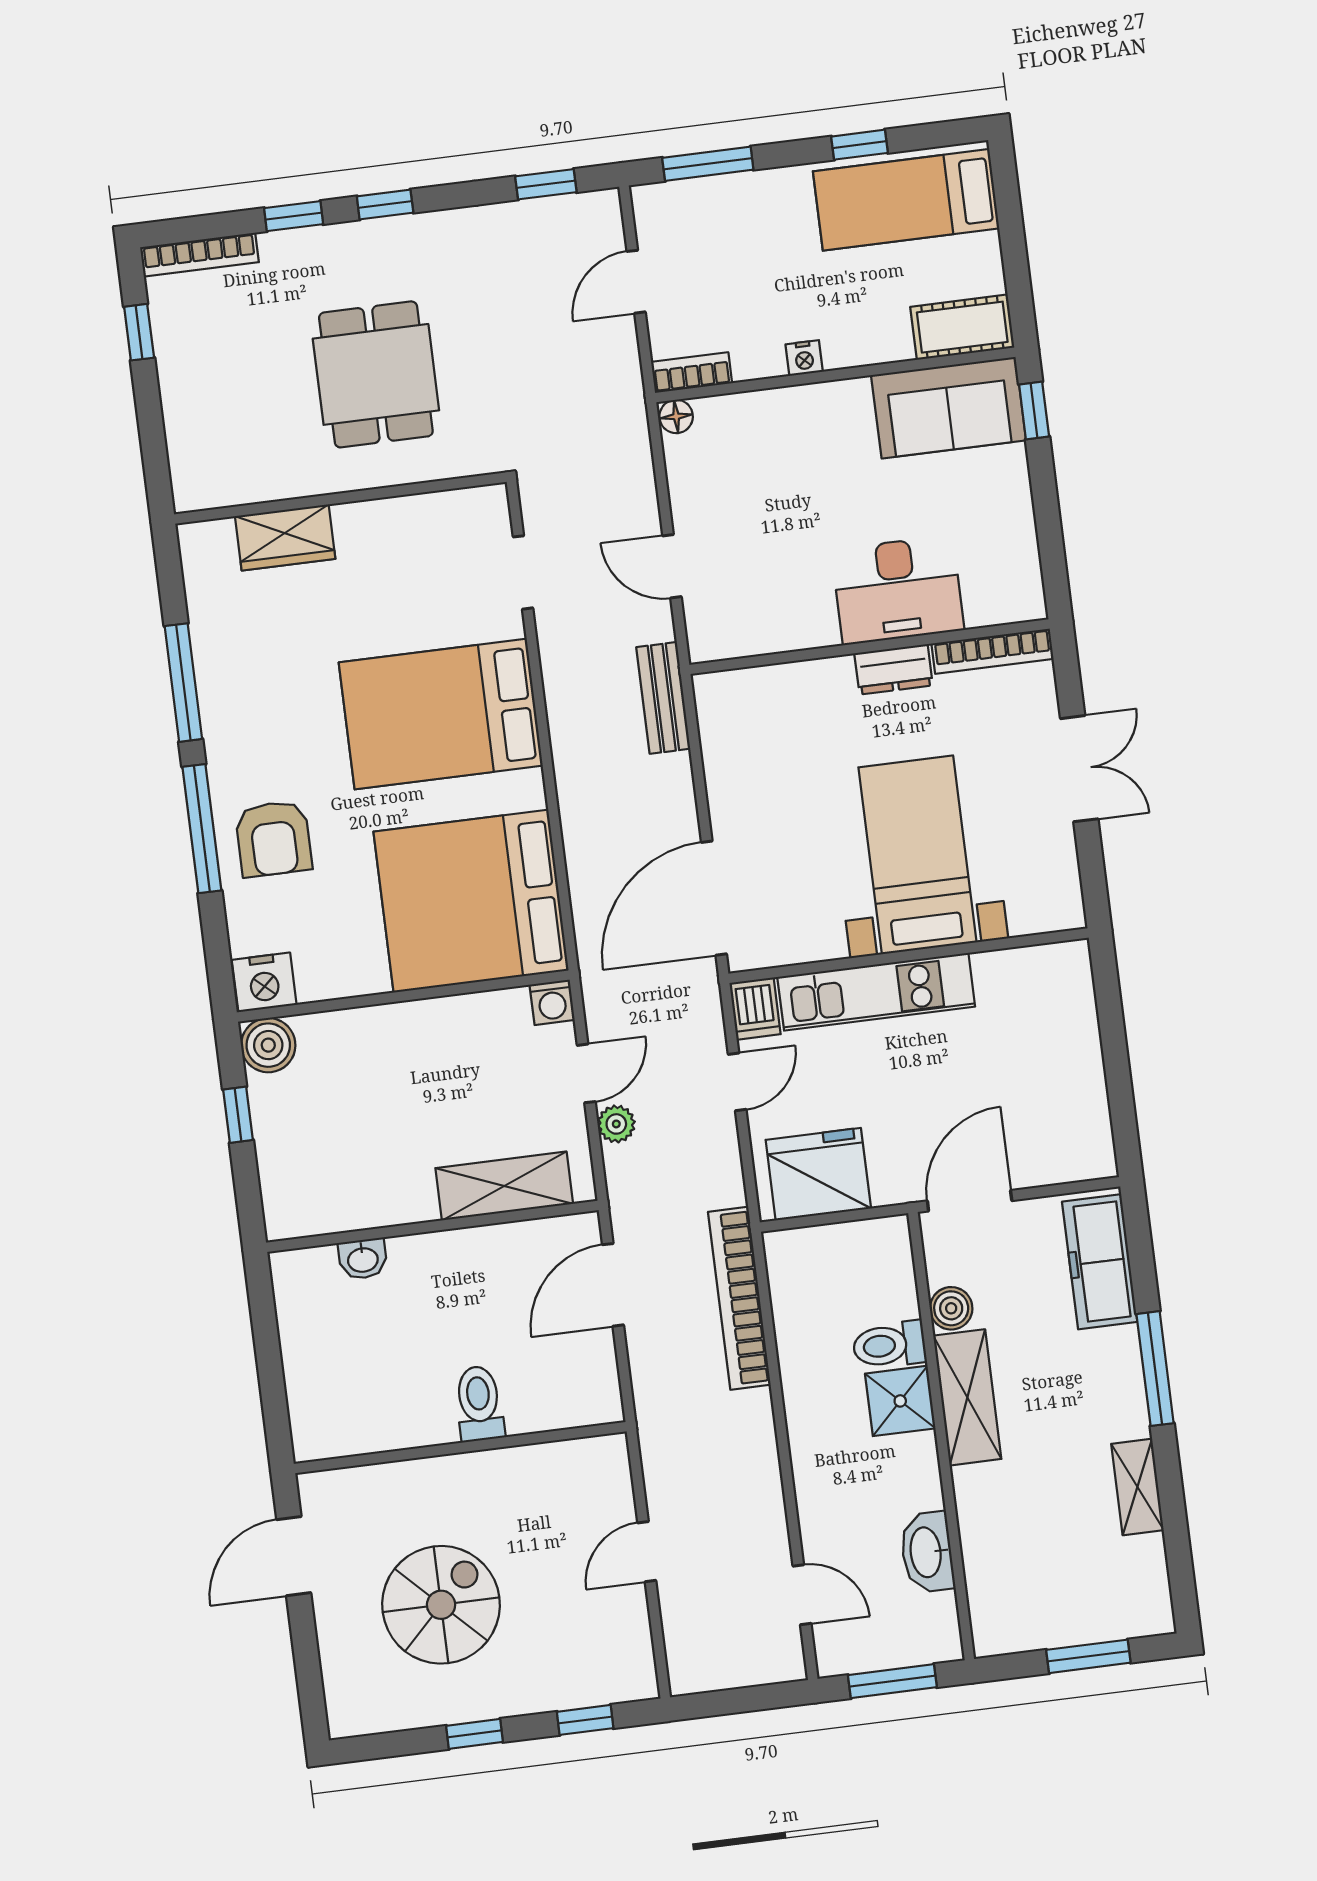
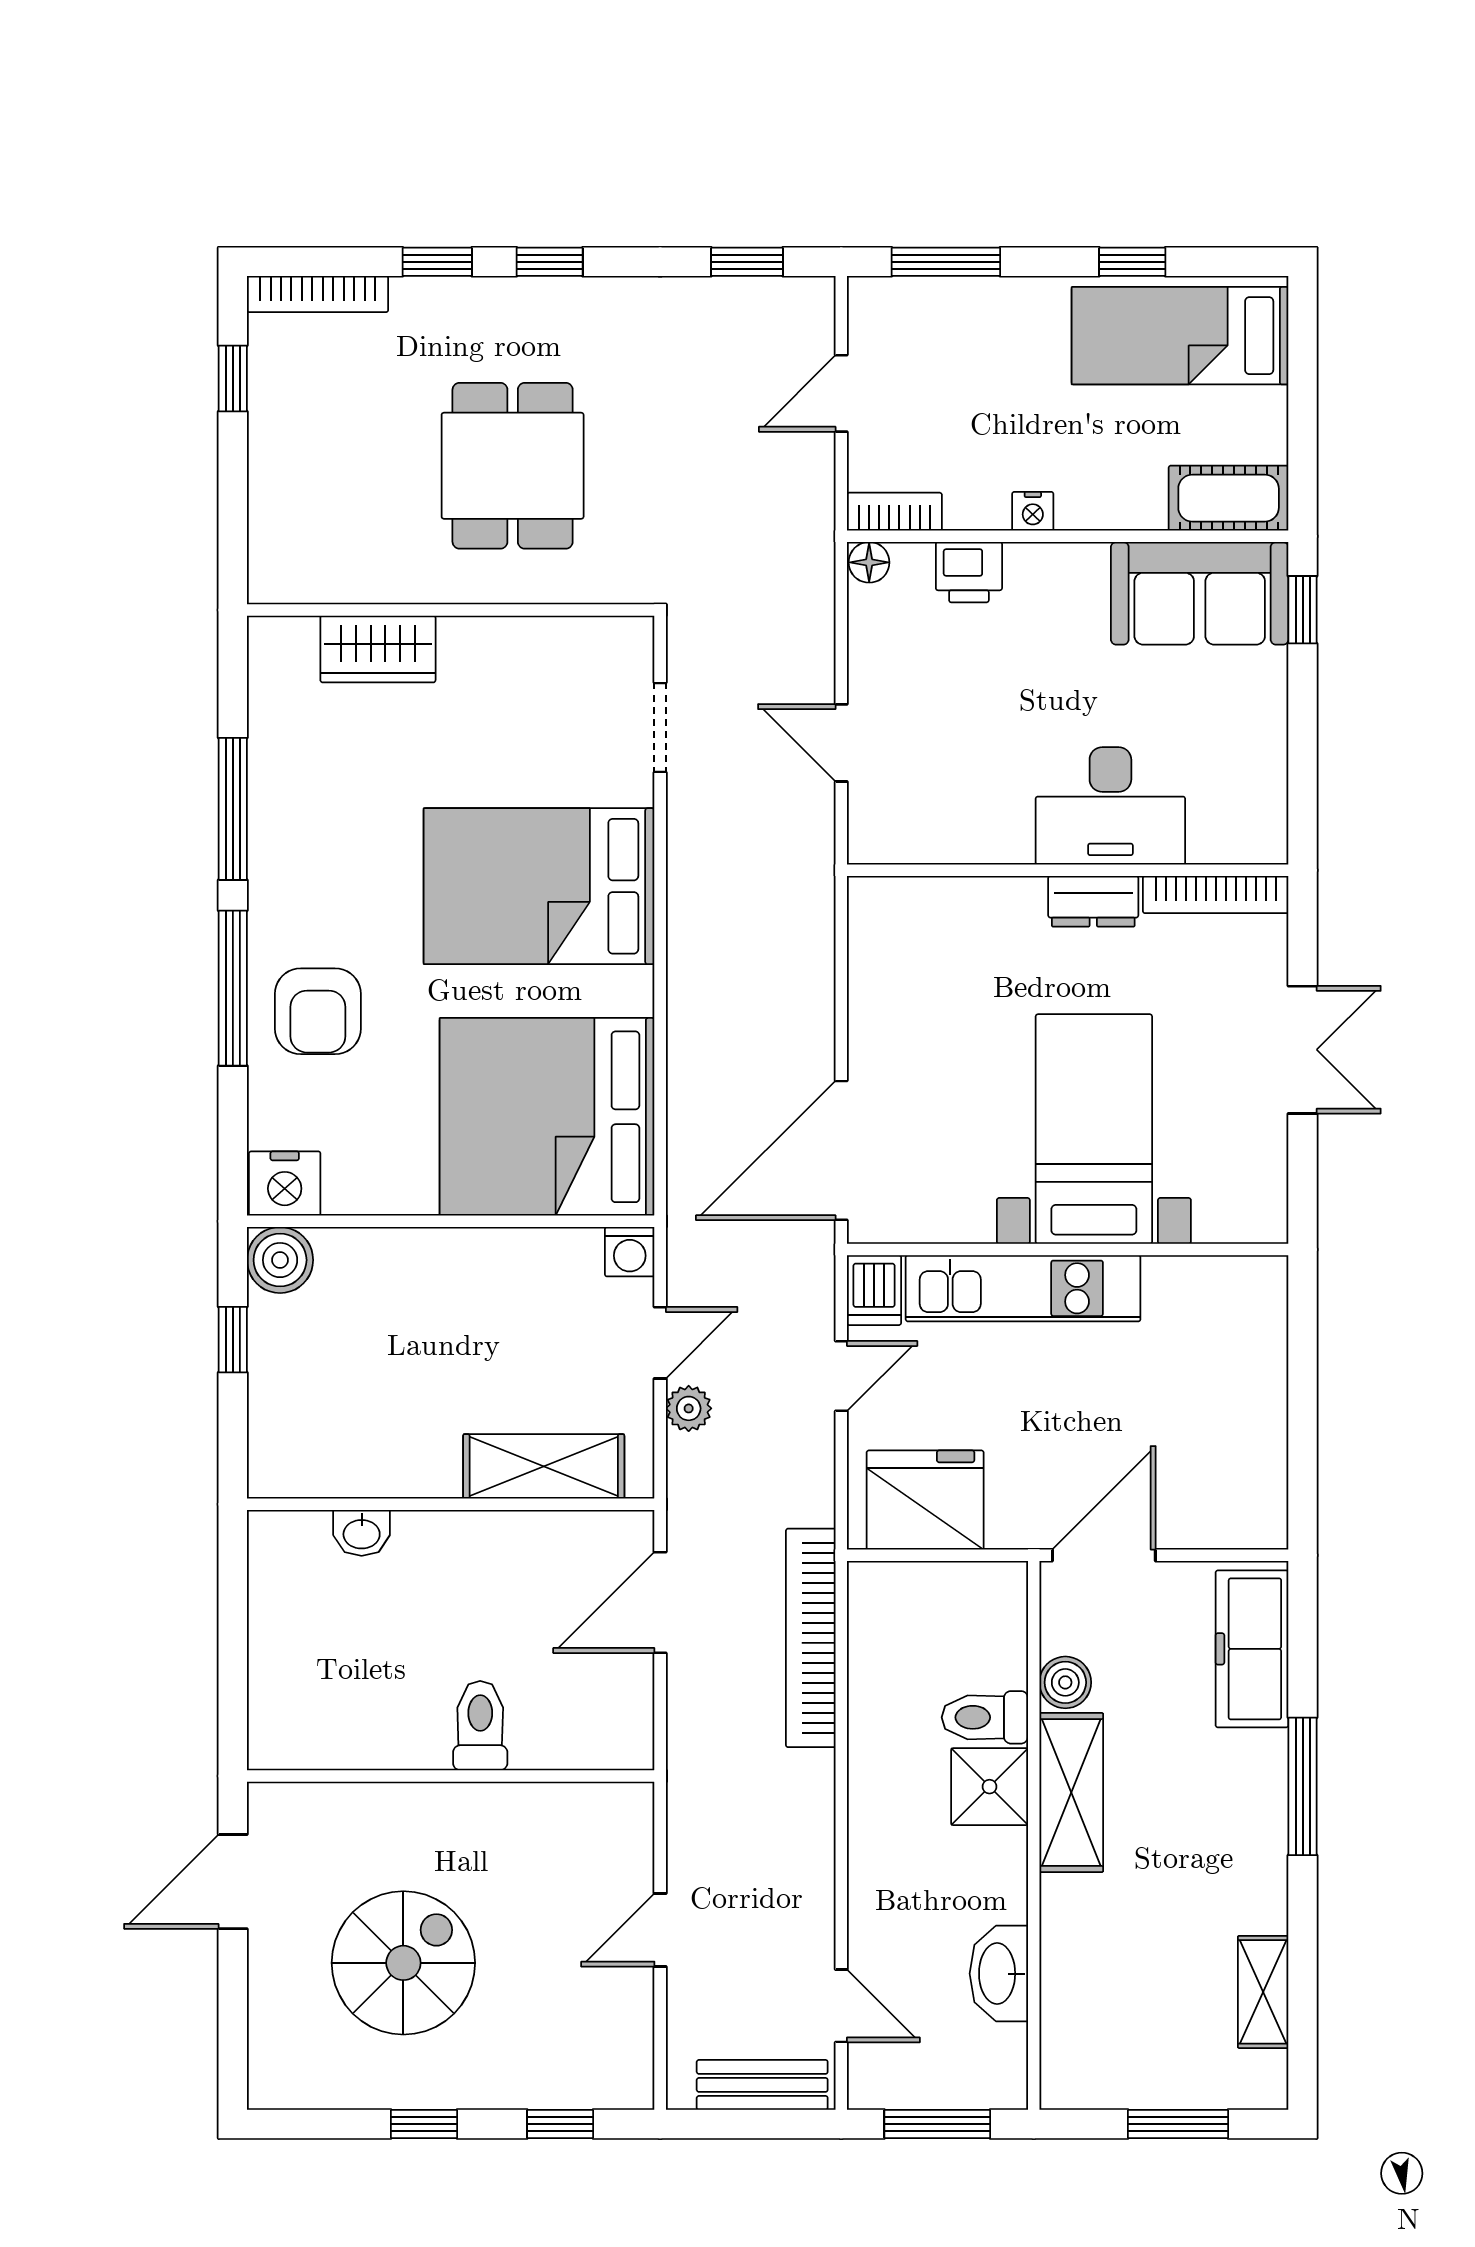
printer: (758, 414) -> (969, 572), added
bench: (663, 698) -> (762, 2085), moved, turned 90
shelving: (1137, 1487) -> (1263, 1992), moved

